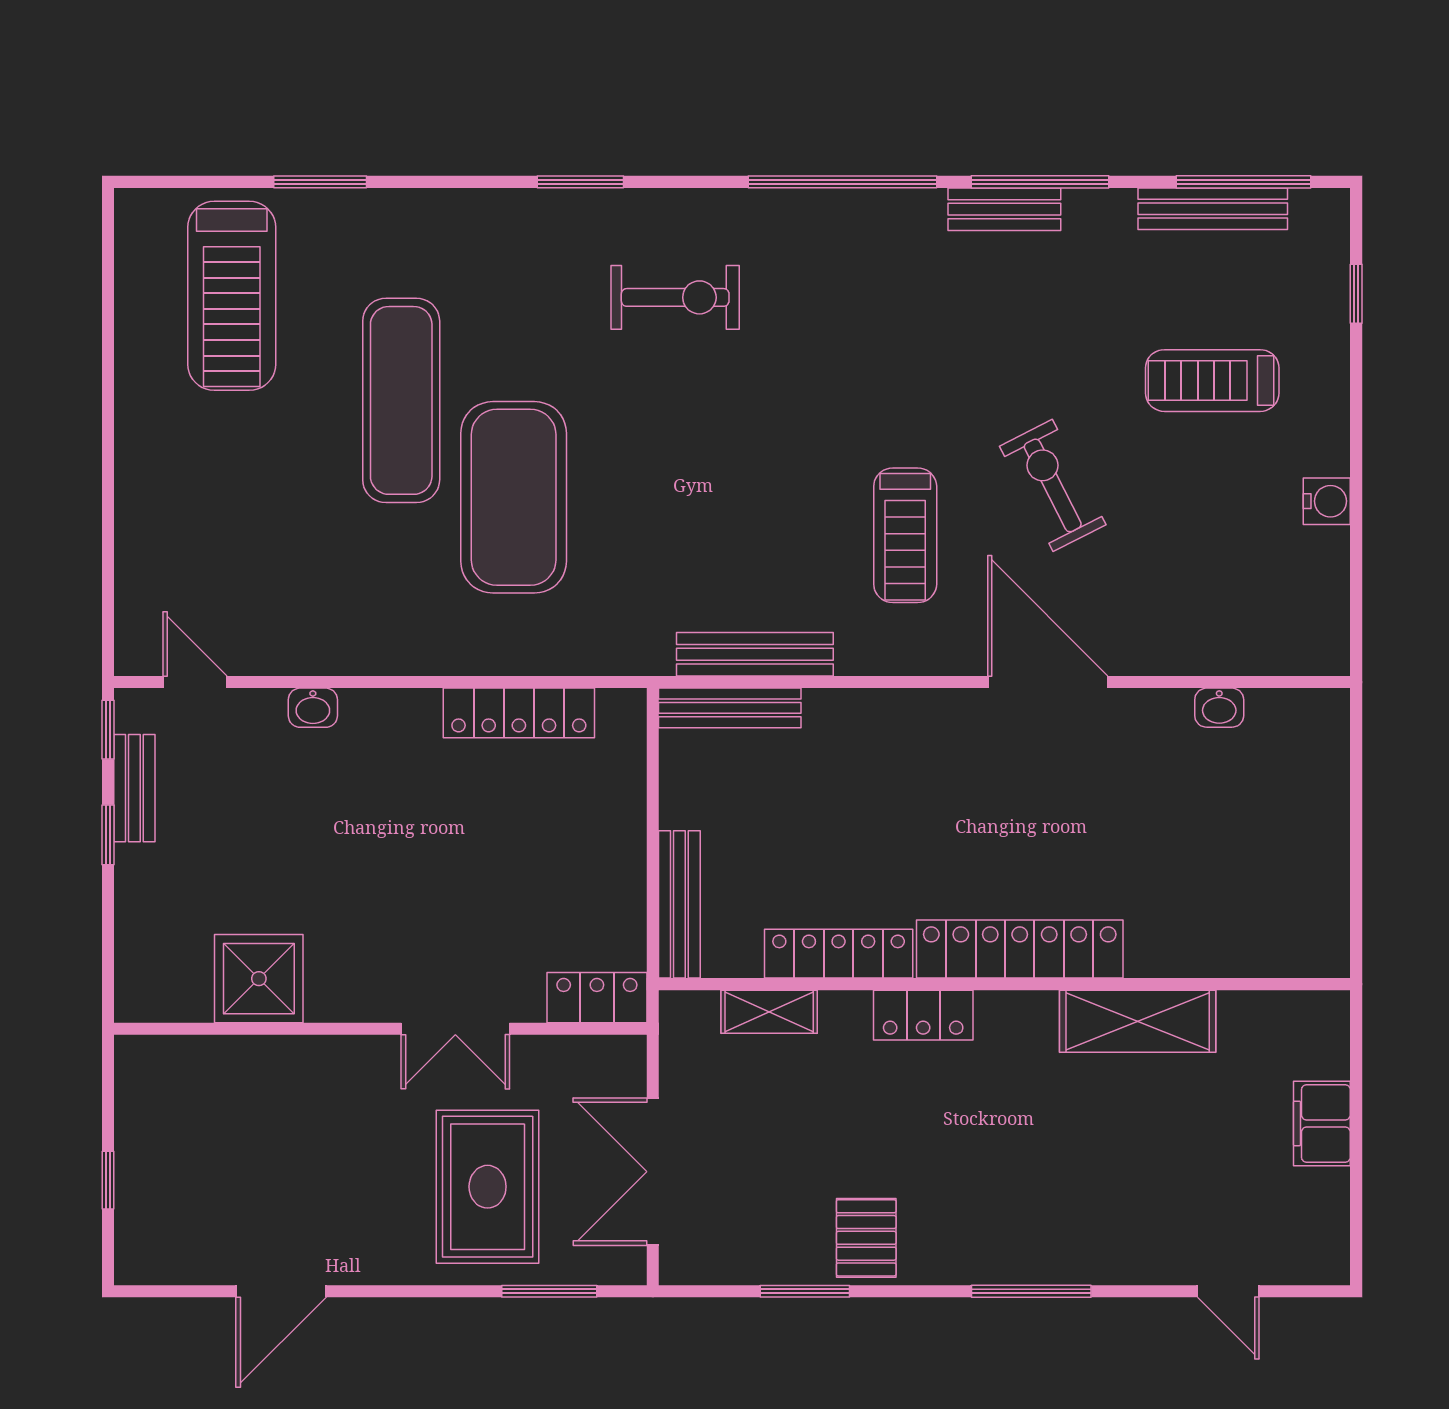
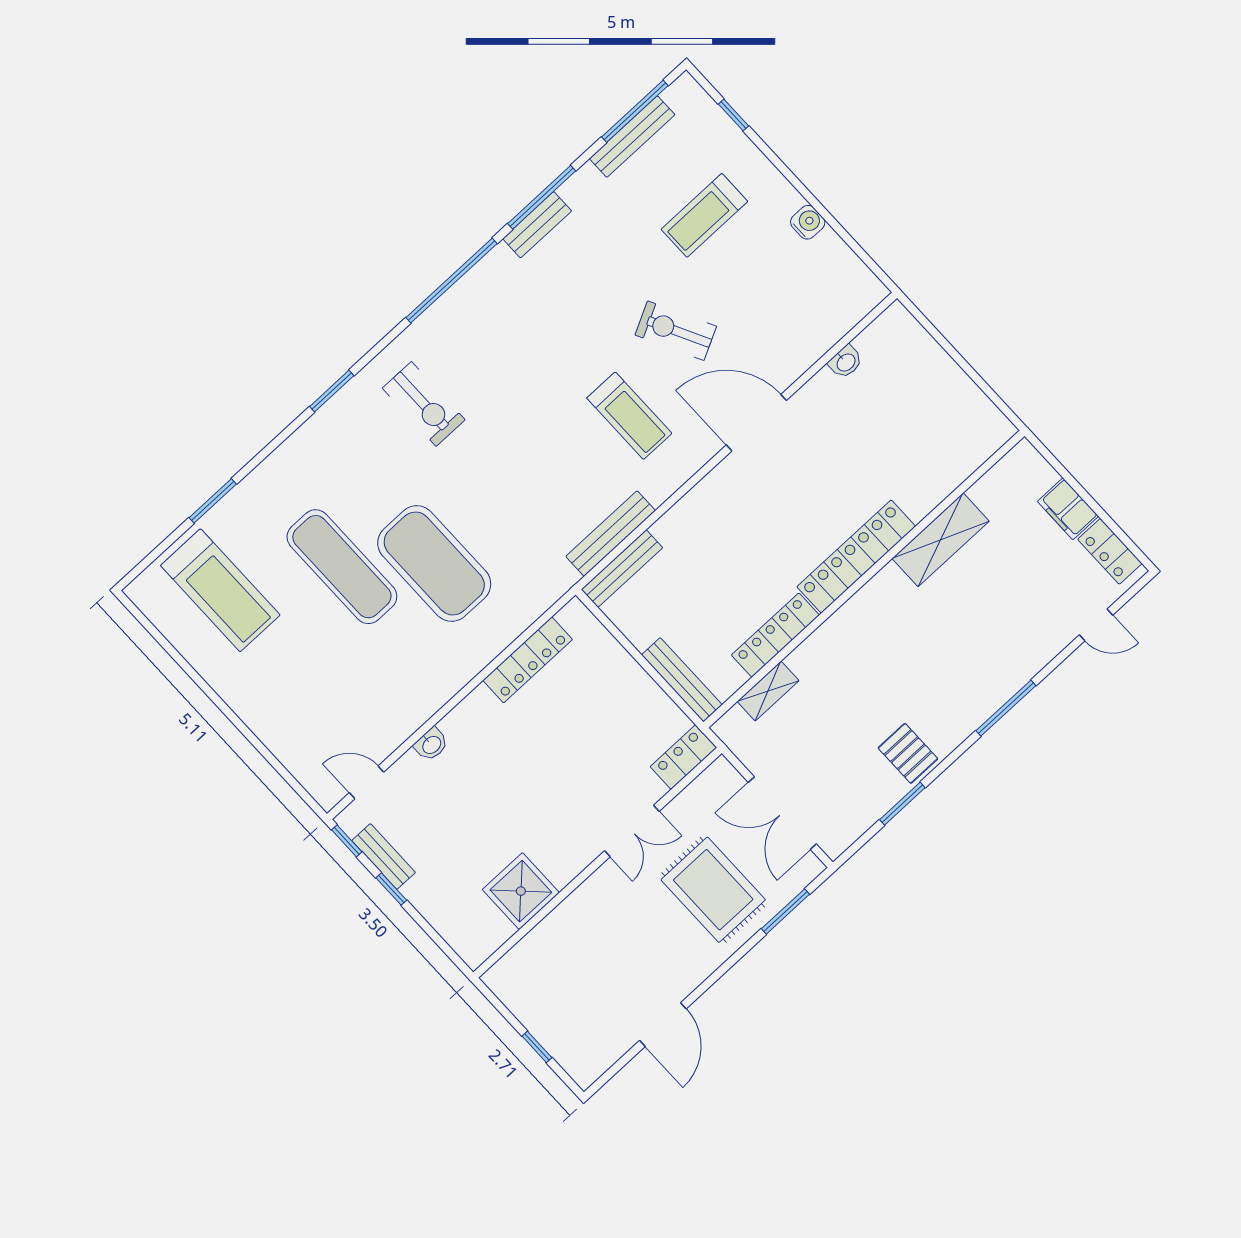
exercise bike: (675, 297) -> (424, 404), turned 90
locker: (923, 1015) -> (1110, 551), moved, turned 90

